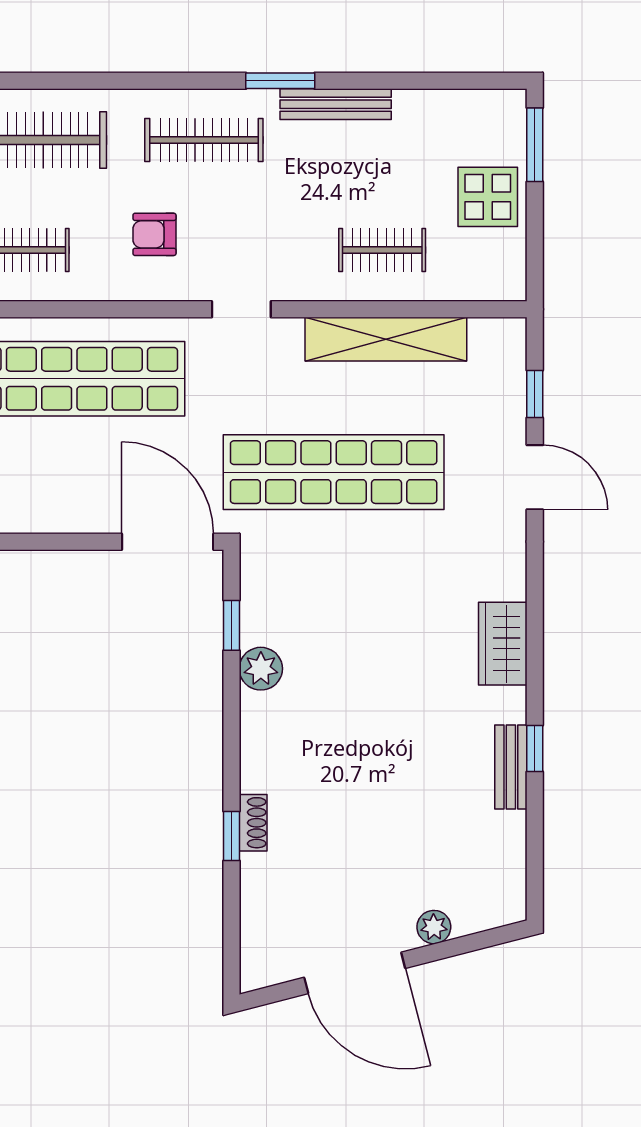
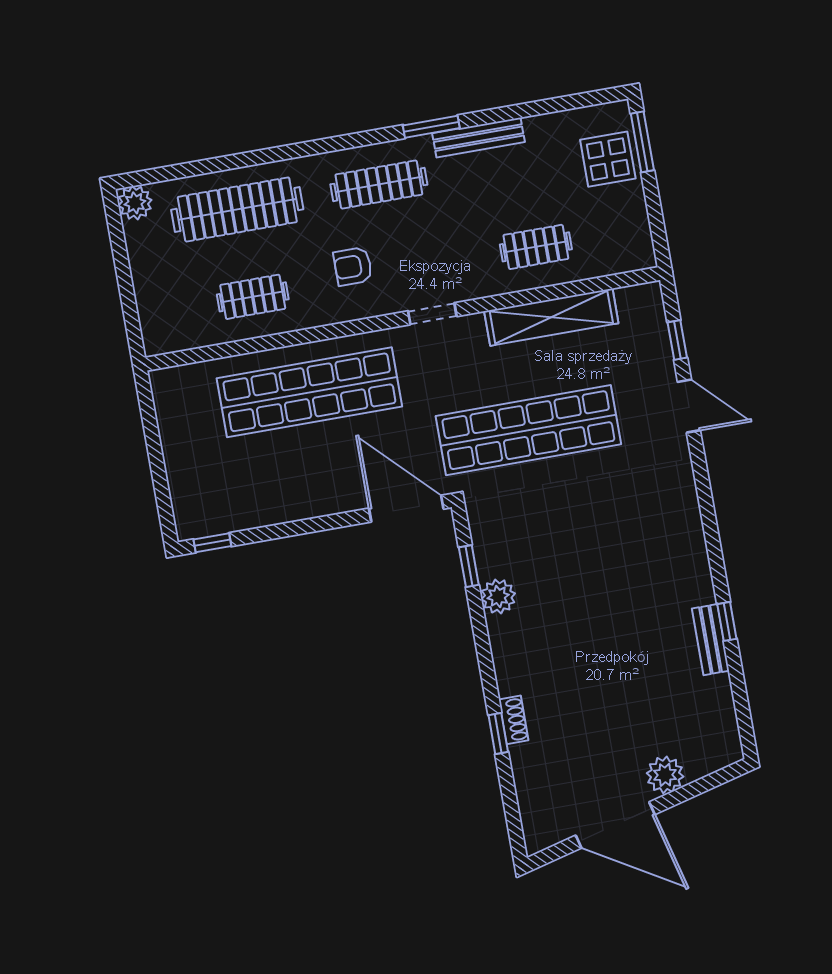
display table: (488, 197) -> (608, 159), moved
wardrobe: (503, 644) -> (687, 543), removed
plant: (434, 927) -> (665, 775), width x1.38, depth x1.38

